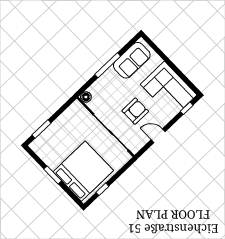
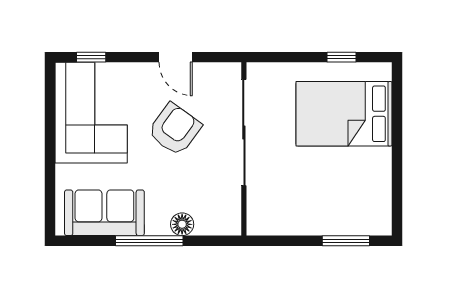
floor lamp: (86, 97) -> (182, 224), moved
armchair: (135, 111) -> (175, 129), turned 126
bed: (83, 171) -> (344, 114), width x0.73
window: (53, 175) -> (397, 153), removed

